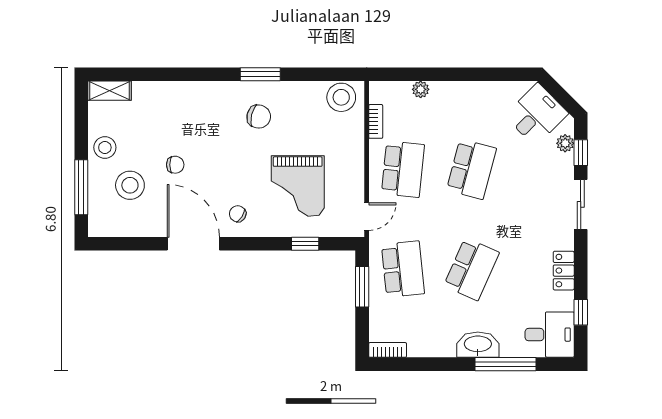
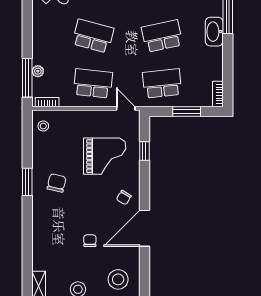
window: (411, 74) -> (27, 78), added
stool: (341, 97) -> (43, 126), width x0.53, depth x0.53
bookcase: (376, 121) -> (47, 102), moved
stool: (130, 185) -> (118, 279), moved
school desk: (471, 269) -> (162, 36), turned -36
window: (362, 287) -> (187, 111), moved

